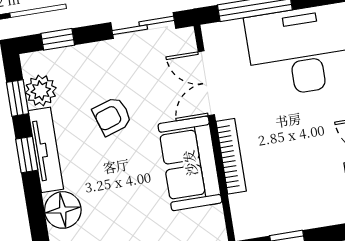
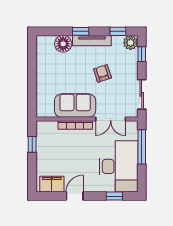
double door: (206, 83) -> (111, 119), swing flipped
plant: (41, 90) -> (131, 43), moved
window: (27, 155) -> (81, 31), moved

